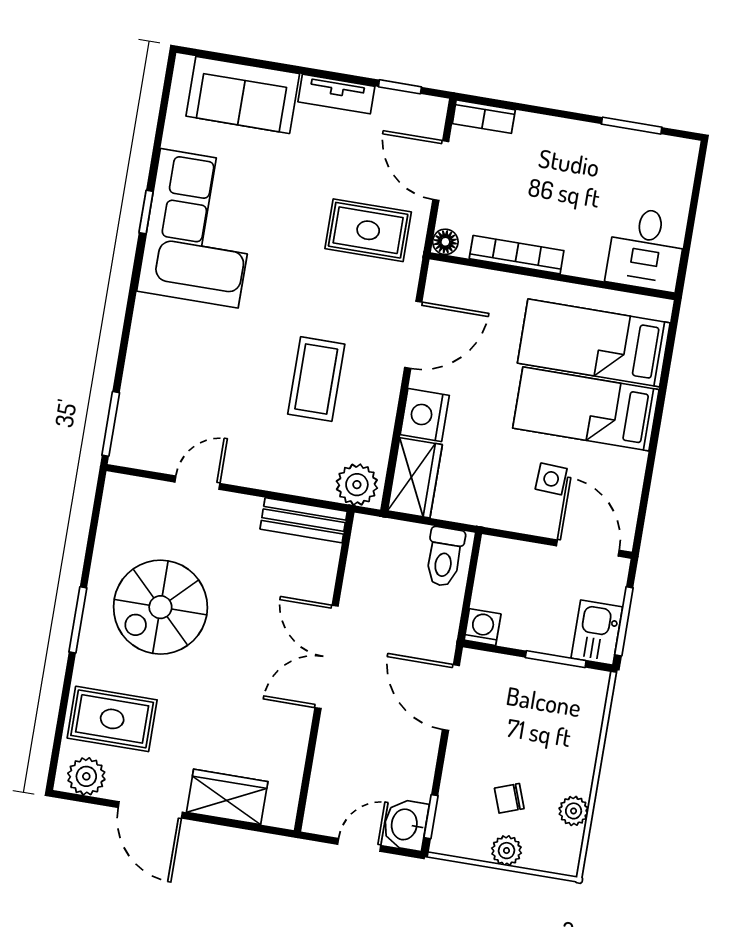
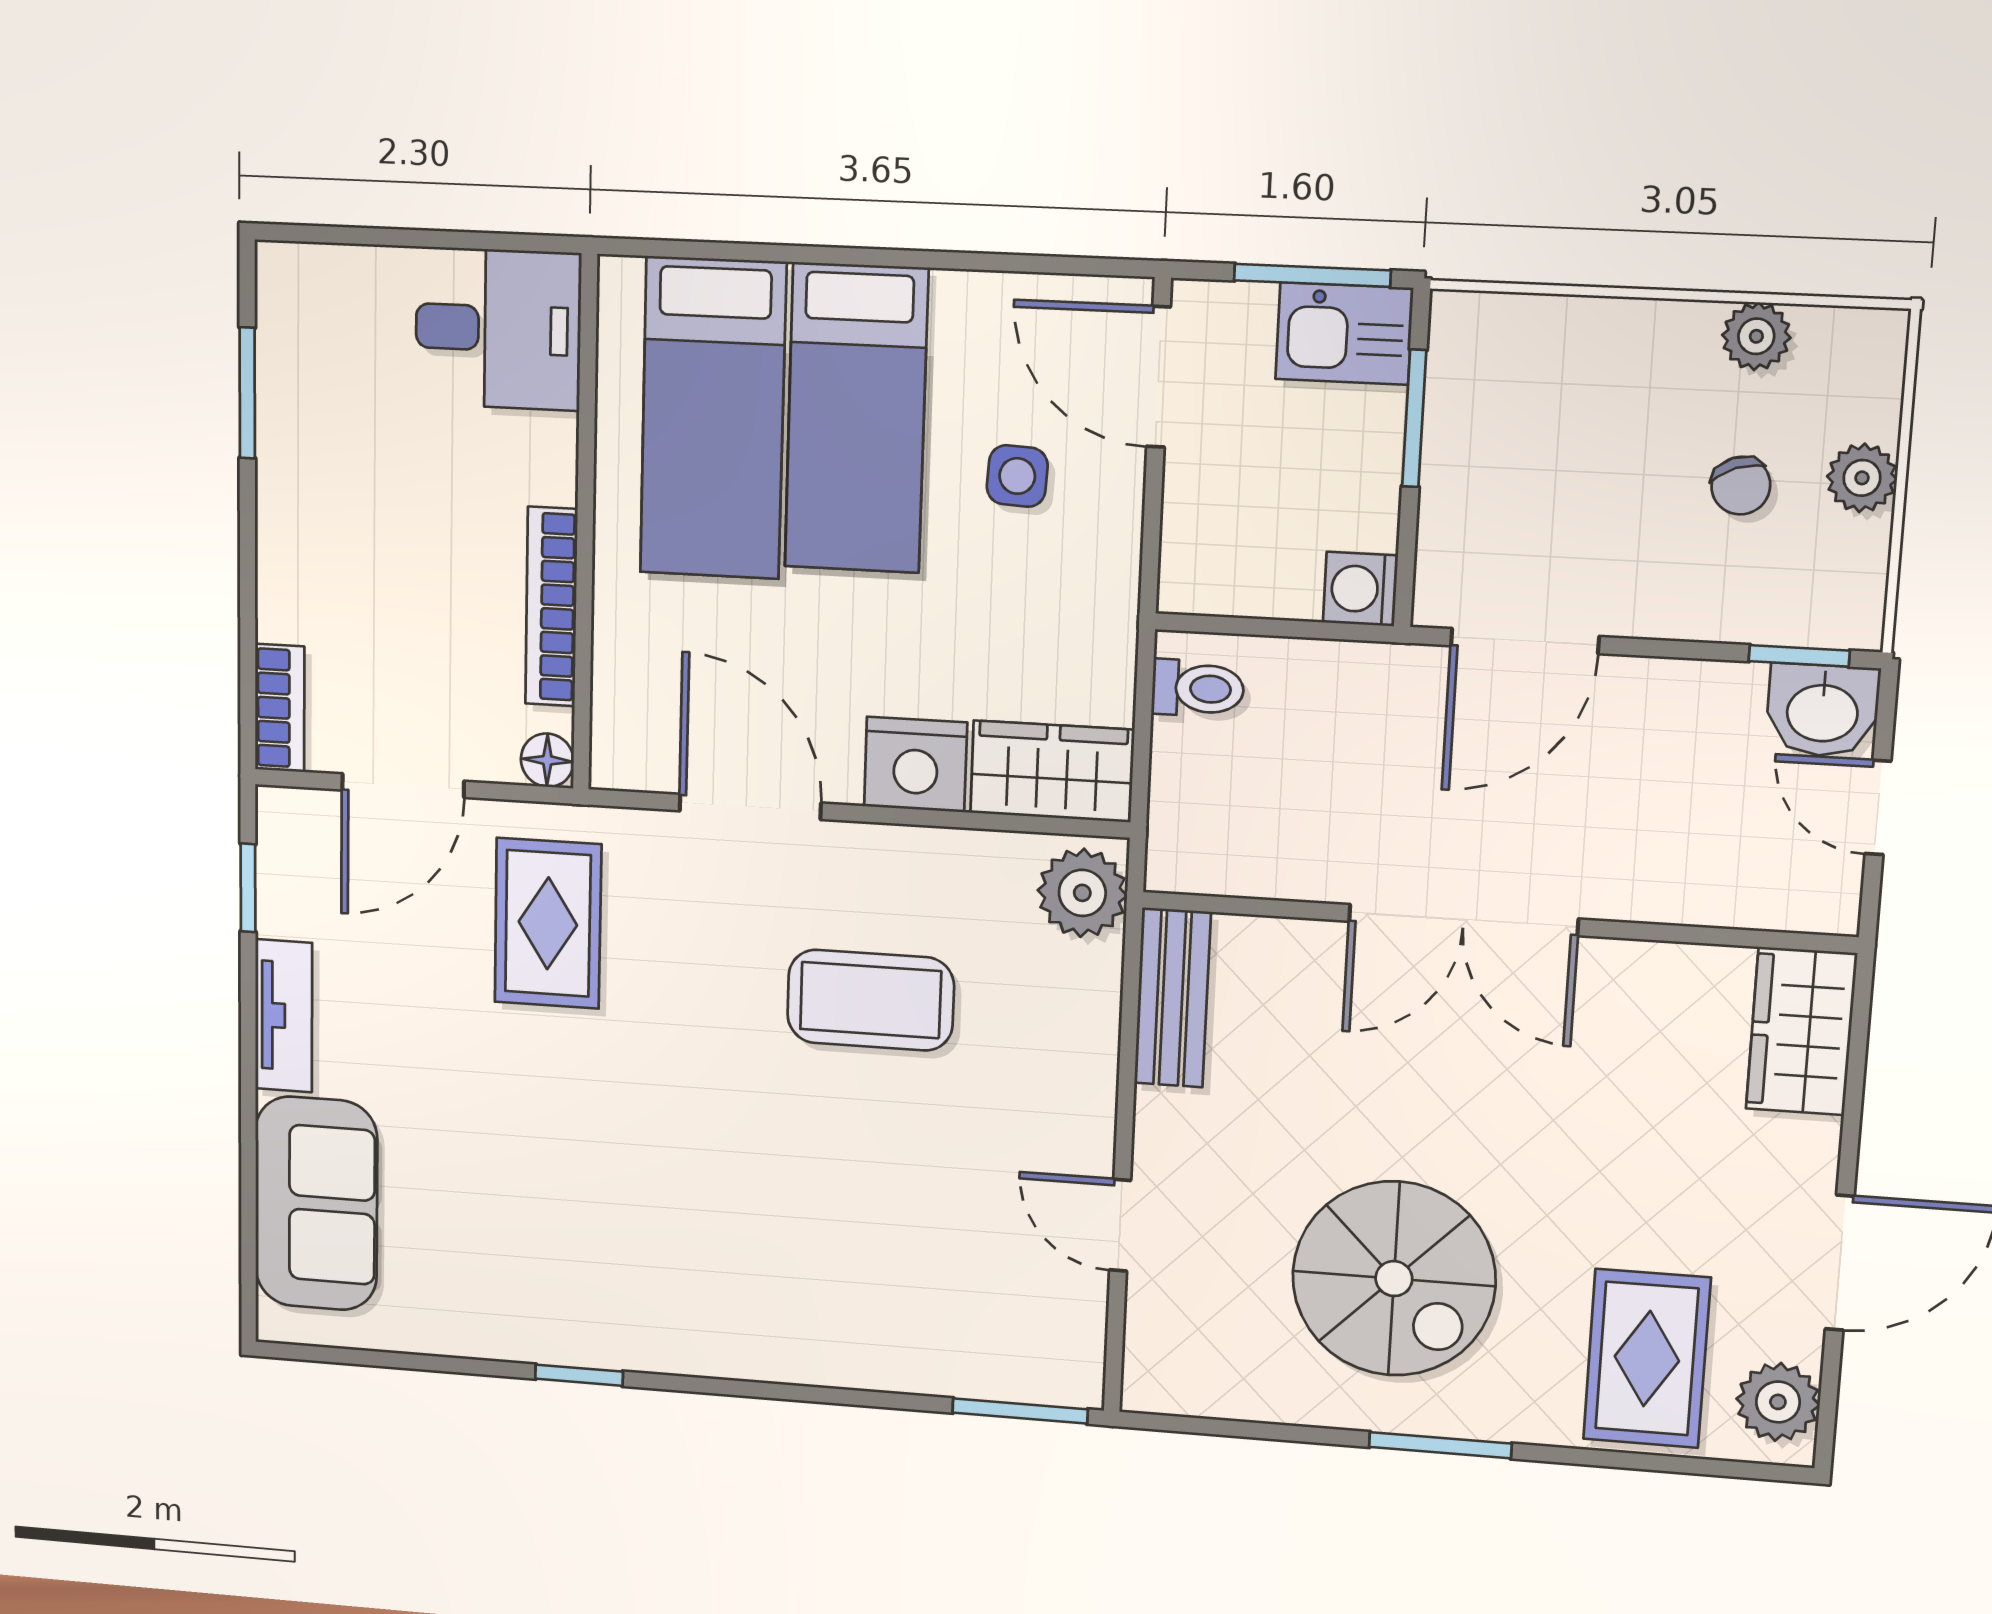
corner sofa: (199, 228) -> (596, 1267), removed
door: (588, 548) -> (1159, 377), hinge flipped
toilet: (444, 557) -> (1198, 688), width x0.73, depth x0.72
wardrobe: (227, 797) -> (1801, 1031), moved

